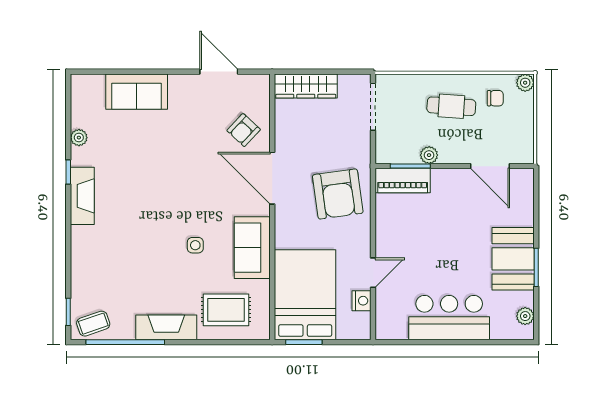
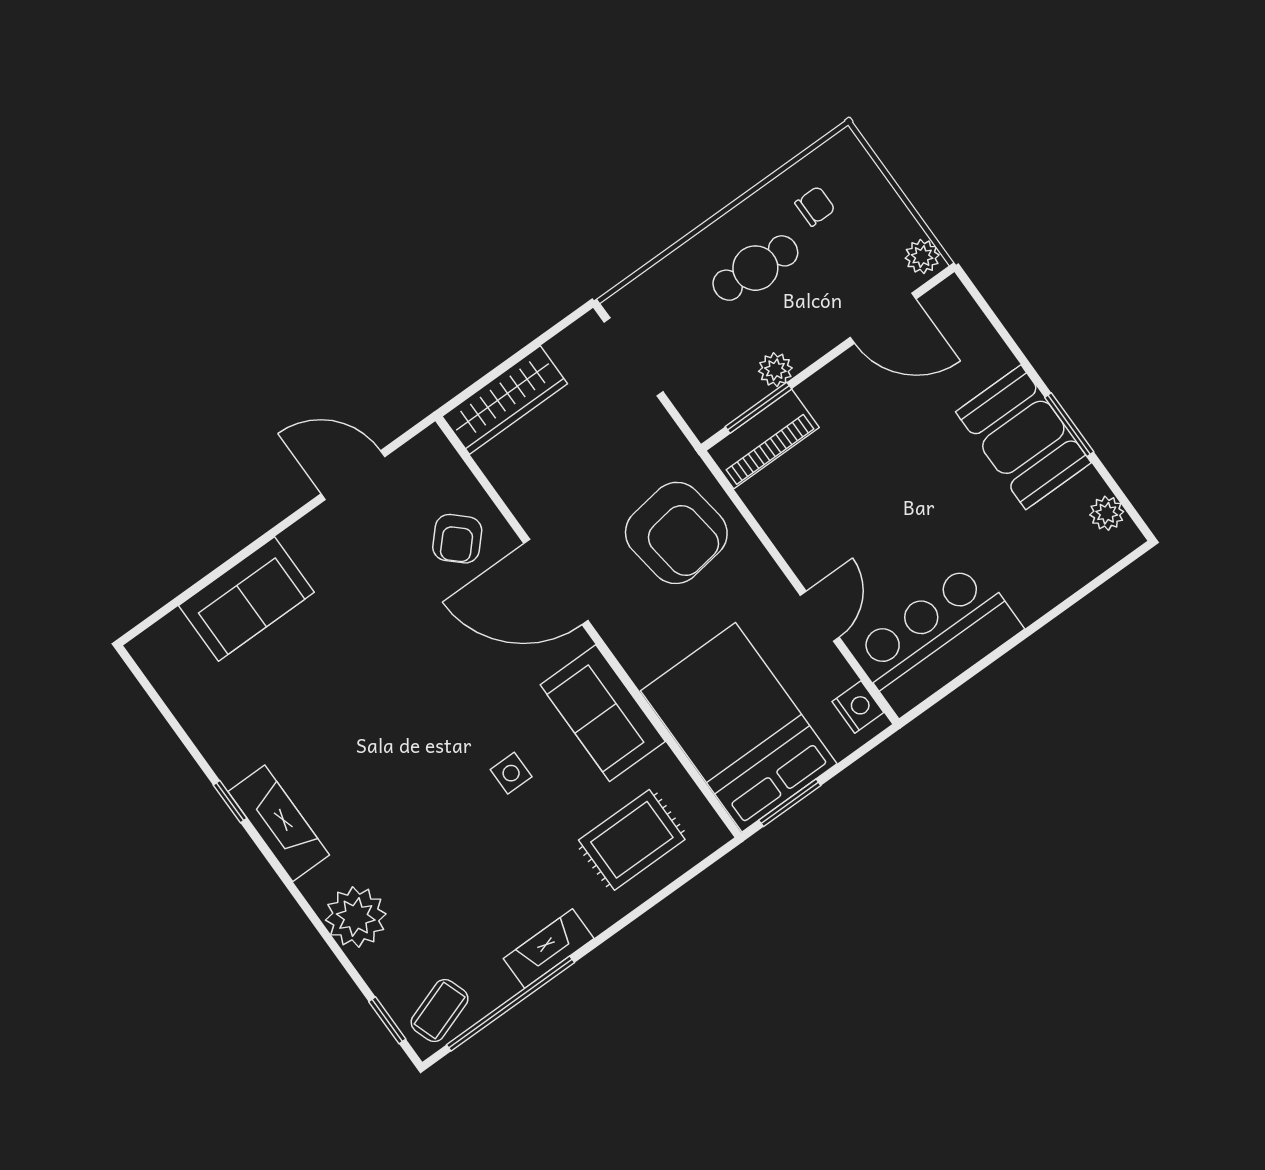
plant: (525, 83) -> (922, 257), moved
plant: (79, 138) -> (356, 917), moved, width x1.87, depth x1.87
nightstand: (362, 301) -> (858, 707), moved
bar counter: (449, 318) -> (937, 639), moved
fireplace: (166, 327) -> (549, 948), width x0.73, depth x0.76

